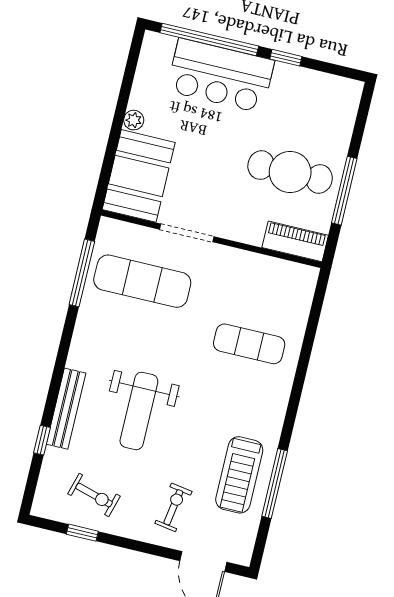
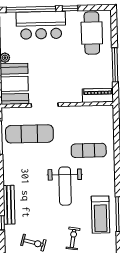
cafe table: (290, 172) -> (92, 33), moved, turned 90
weight bench: (139, 411) -> (65, 186), moved

